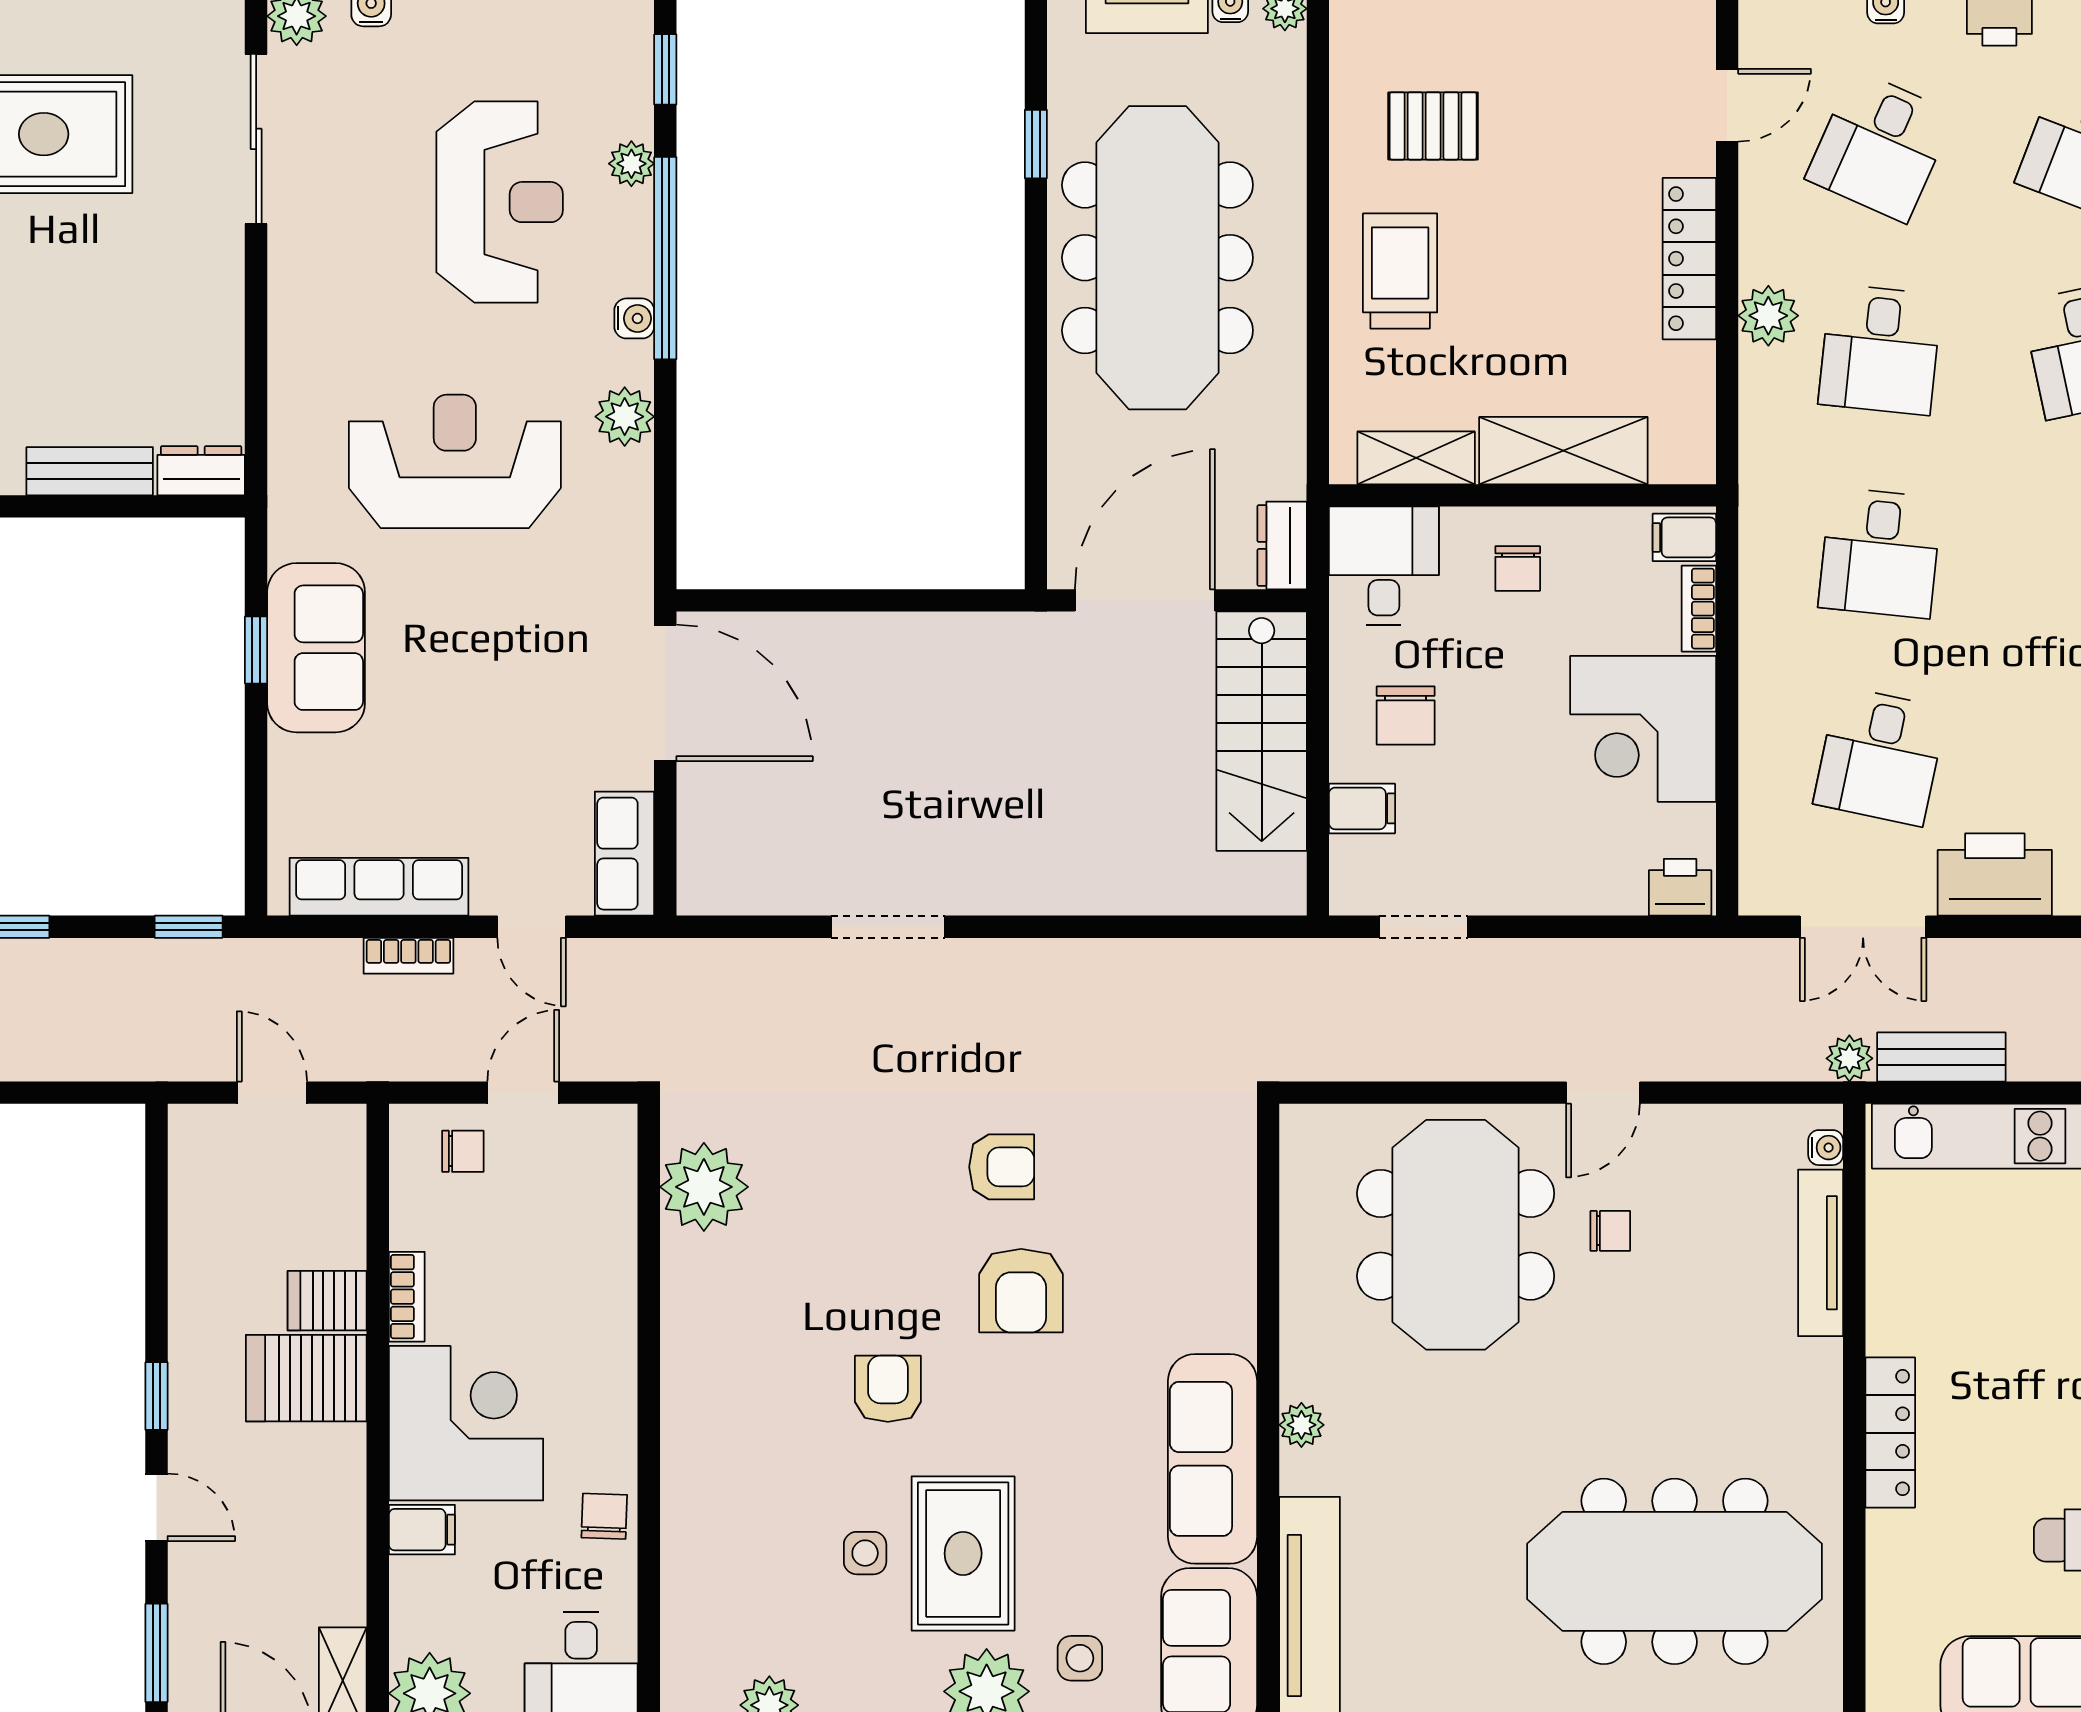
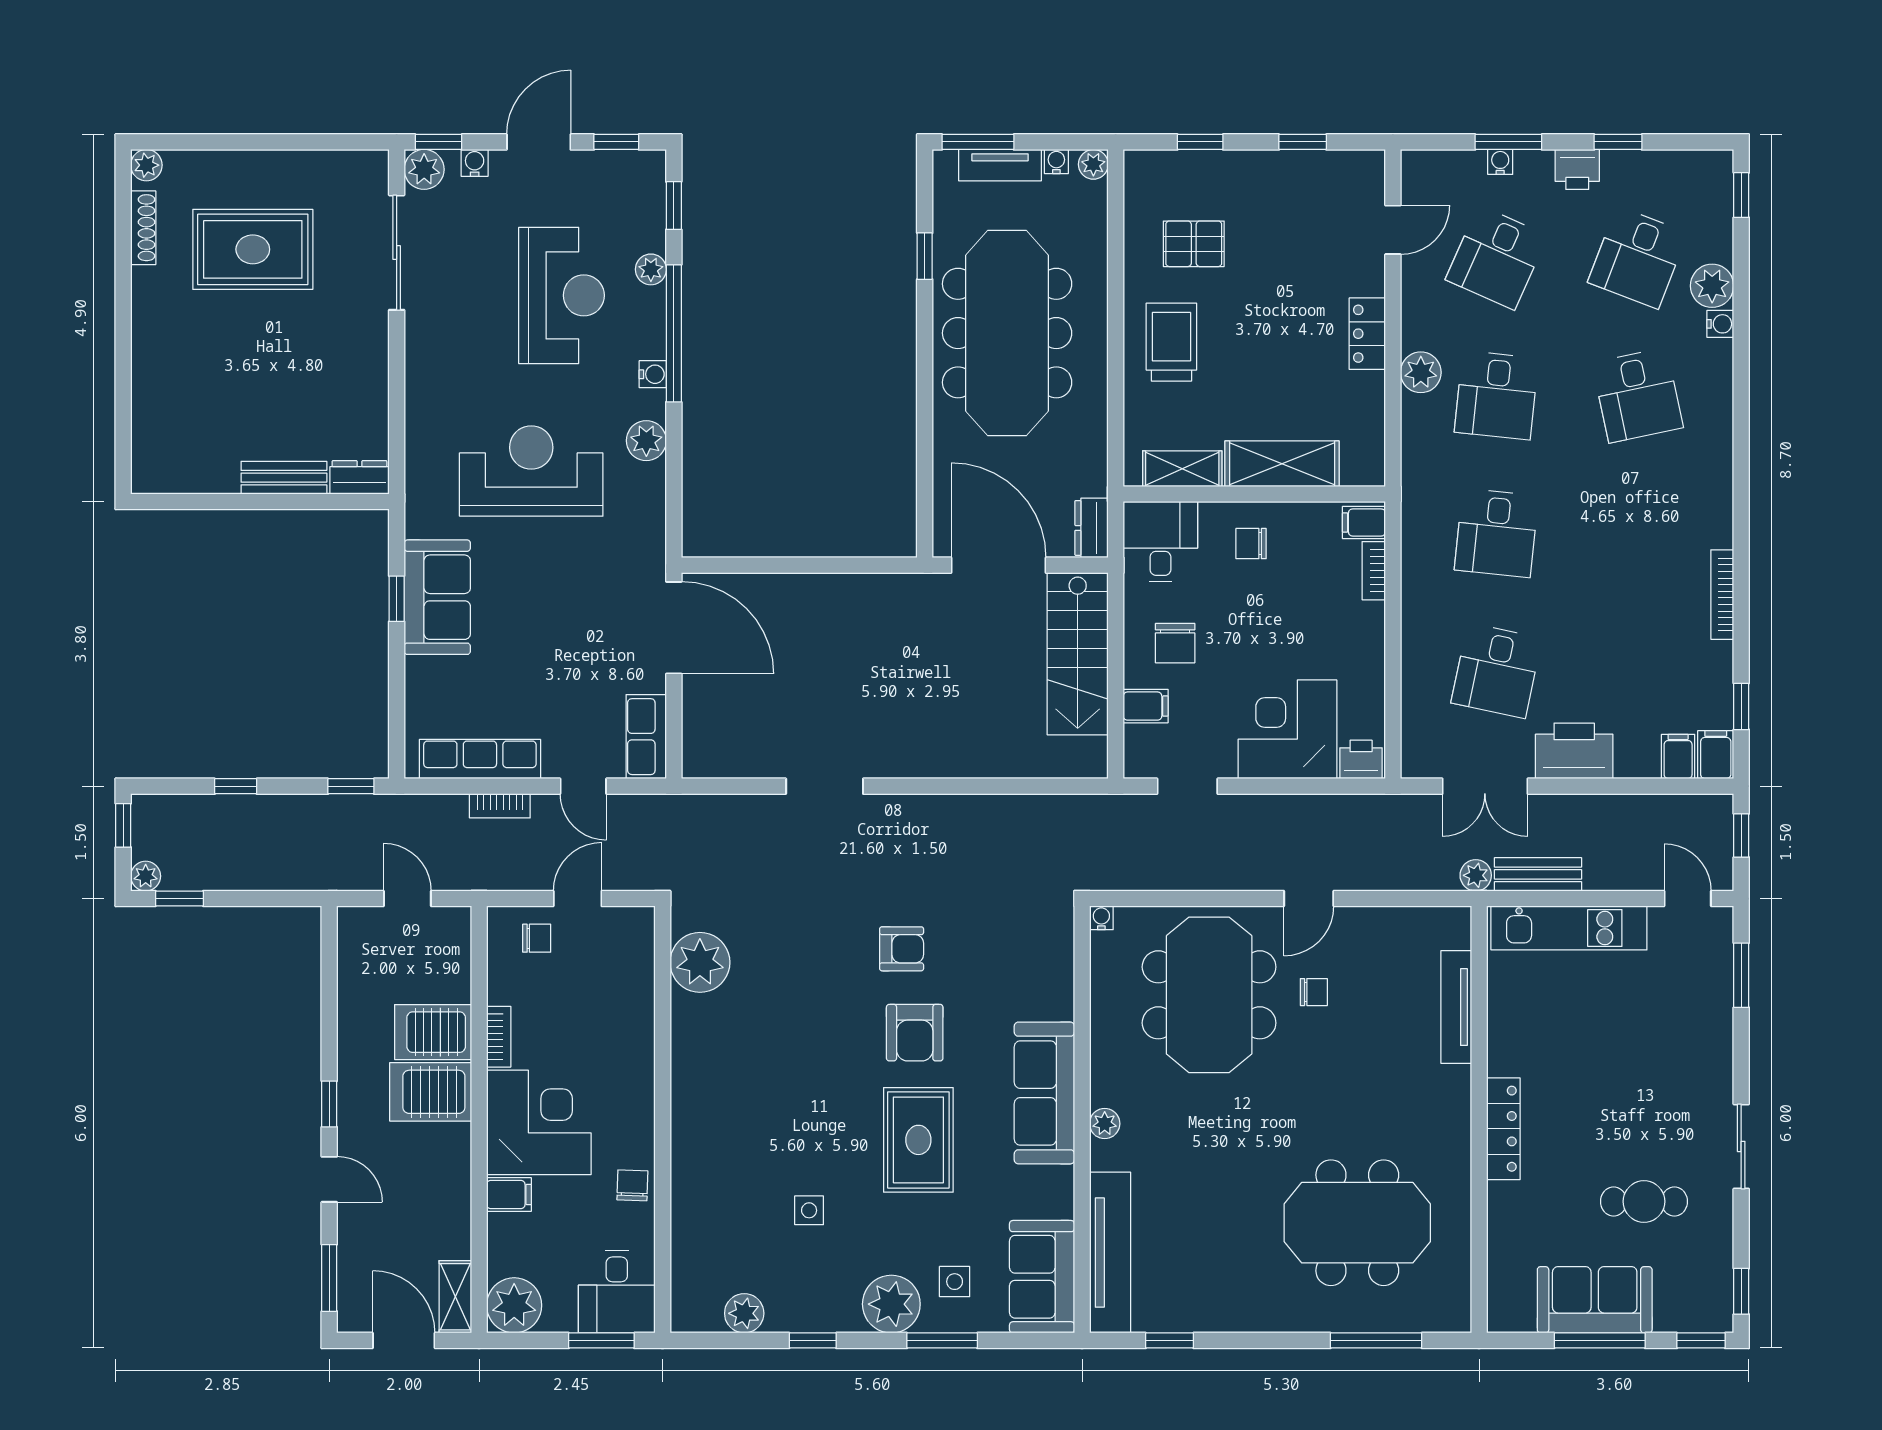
locker: (1689, 259) -> (1367, 334), width x0.66
chair: (1518, 568) -> (1251, 544), turned 90
door: (1145, 600) -> (999, 565), hinge flipped
corner desk: (1643, 729) -> (1287, 729), moved, turned 90
water cooler: (1826, 1148) -> (1101, 918), moved, turned -90
server rack: (327, 1301) -> (433, 1032), width x1.36, depth x1.44
armchair: (888, 1389) -> (825, 1099), removed
sofa: (1213, 1459) -> (1044, 1093), moved
rug: (963, 1553) -> (918, 1140), moved
meeting table: (1675, 1571) -> (1357, 1223), width x0.73

